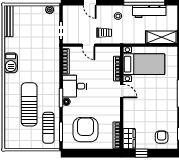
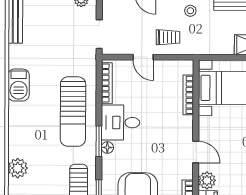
door: (122, 91) -> (196, 152), moved
sun lounger: (29, 104) -> (73, 112), moved, turned 180
plant: (10, 115) -> (18, 168), added
plant: (129, 122) -> (207, 180), added

